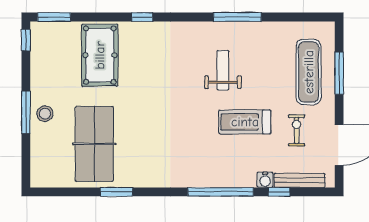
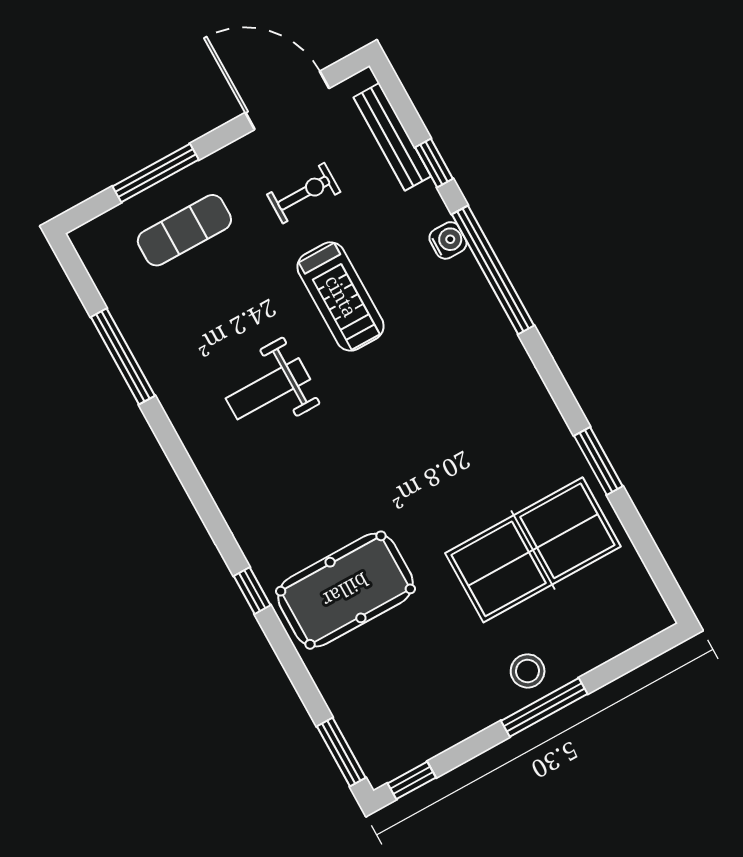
window: (237, 17) -> (123, 356), moved
pool table: (100, 55) -> (345, 590), moved
exercise mat: (309, 72) -> (184, 230), width x0.73, depth x0.69
exercise bike: (296, 130) -> (304, 193), turned 180
water cooler: (265, 180) -> (448, 240), moved

